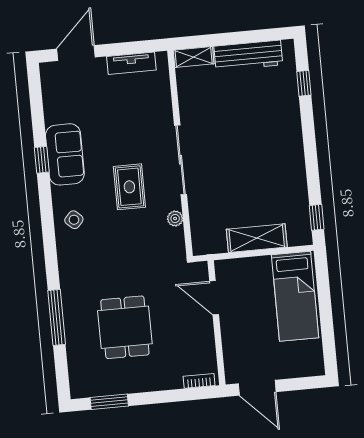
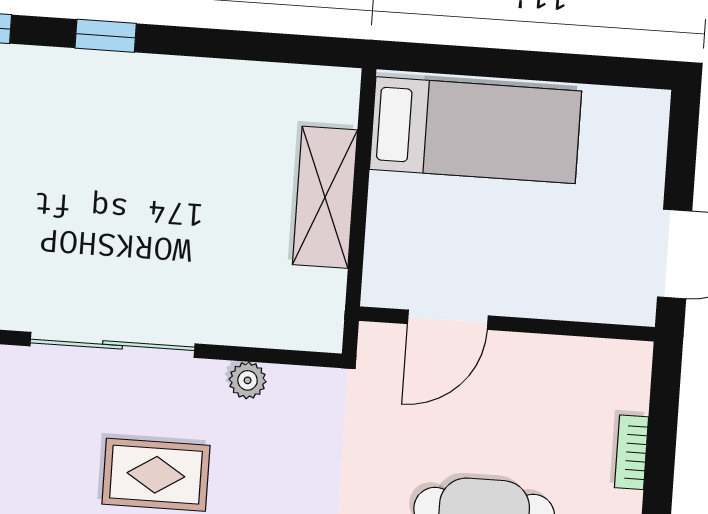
window: (317, 217) -> (106, 36), moved
bookcase: (199, 381) -> (632, 452), moved

